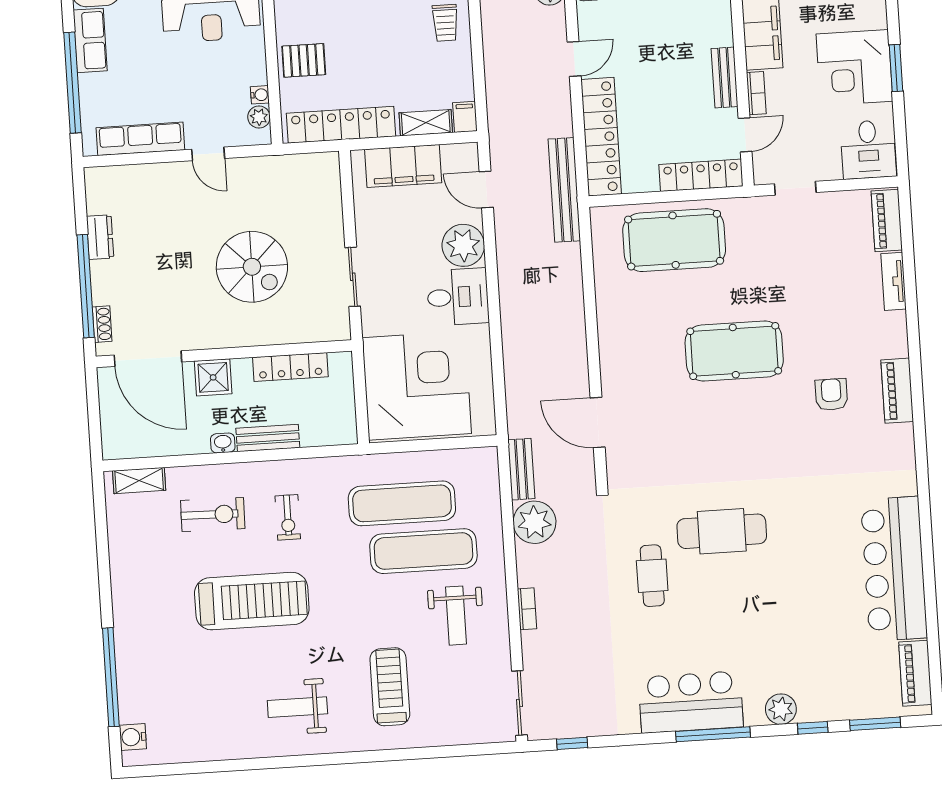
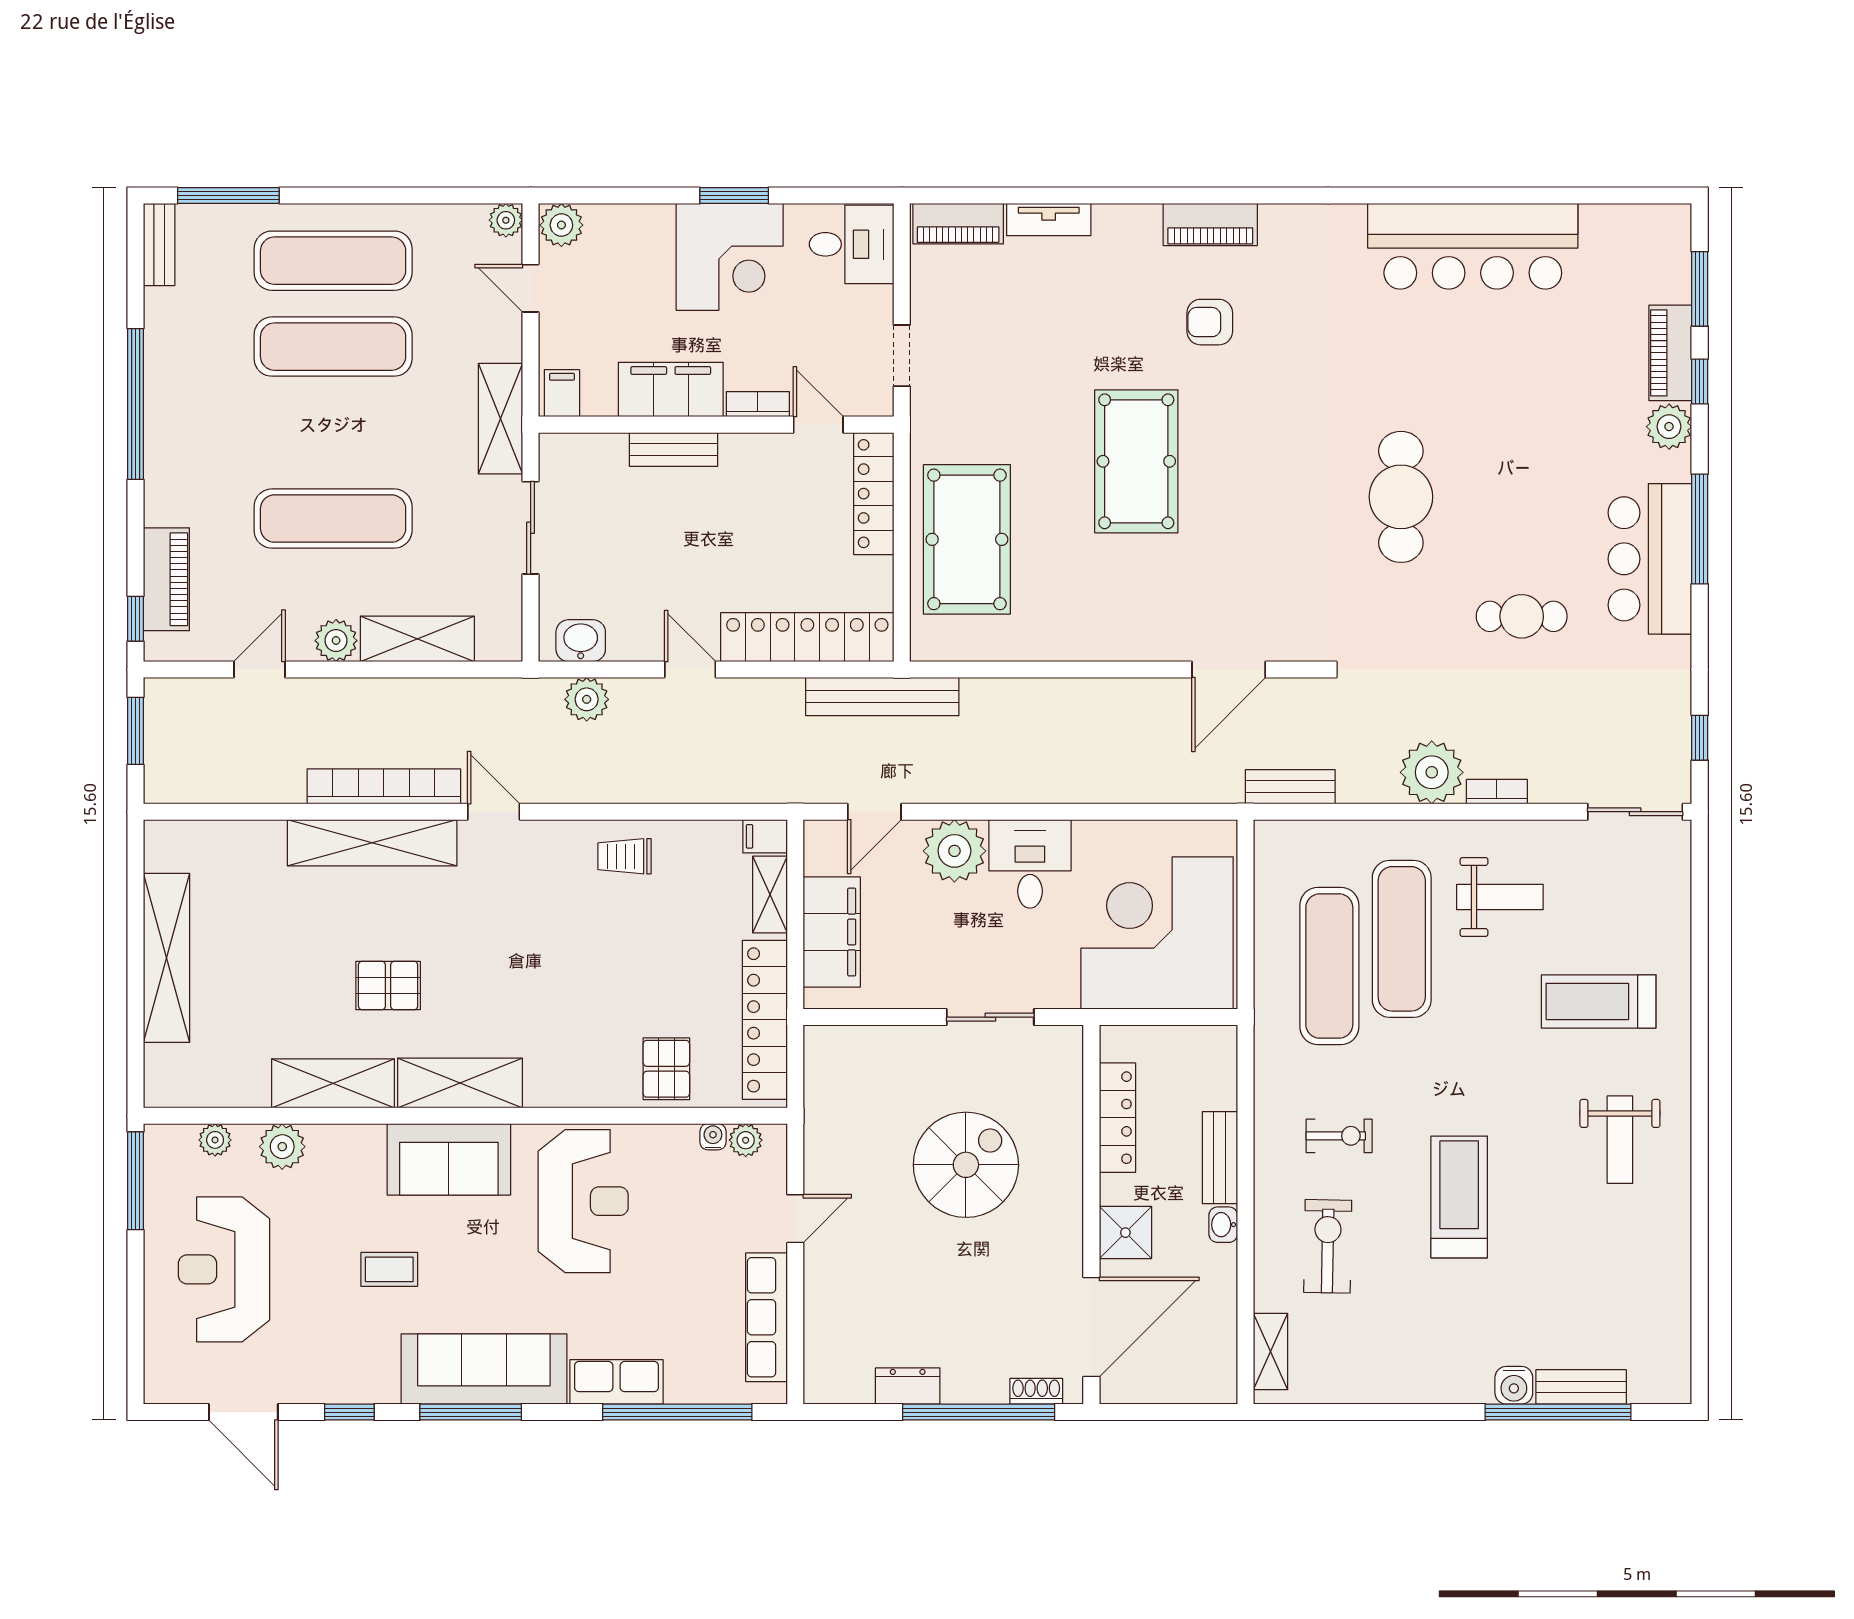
trolley: (445, 23) -> (625, 856), turned 180
bench: (725, 78) -> (674, 449), moved
plant: (534, 522) -> (1432, 772), moved
cafe table: (652, 576) -> (1522, 616), moved
treadmill: (252, 601) -> (1459, 1197), width x0.73, depth x0.73
piano: (915, 673) -> (1670, 353), moved, turned 90
bench: (129, 692) -> (1581, 1387), added
water cooler: (133, 737) -> (1514, 1385), moved

